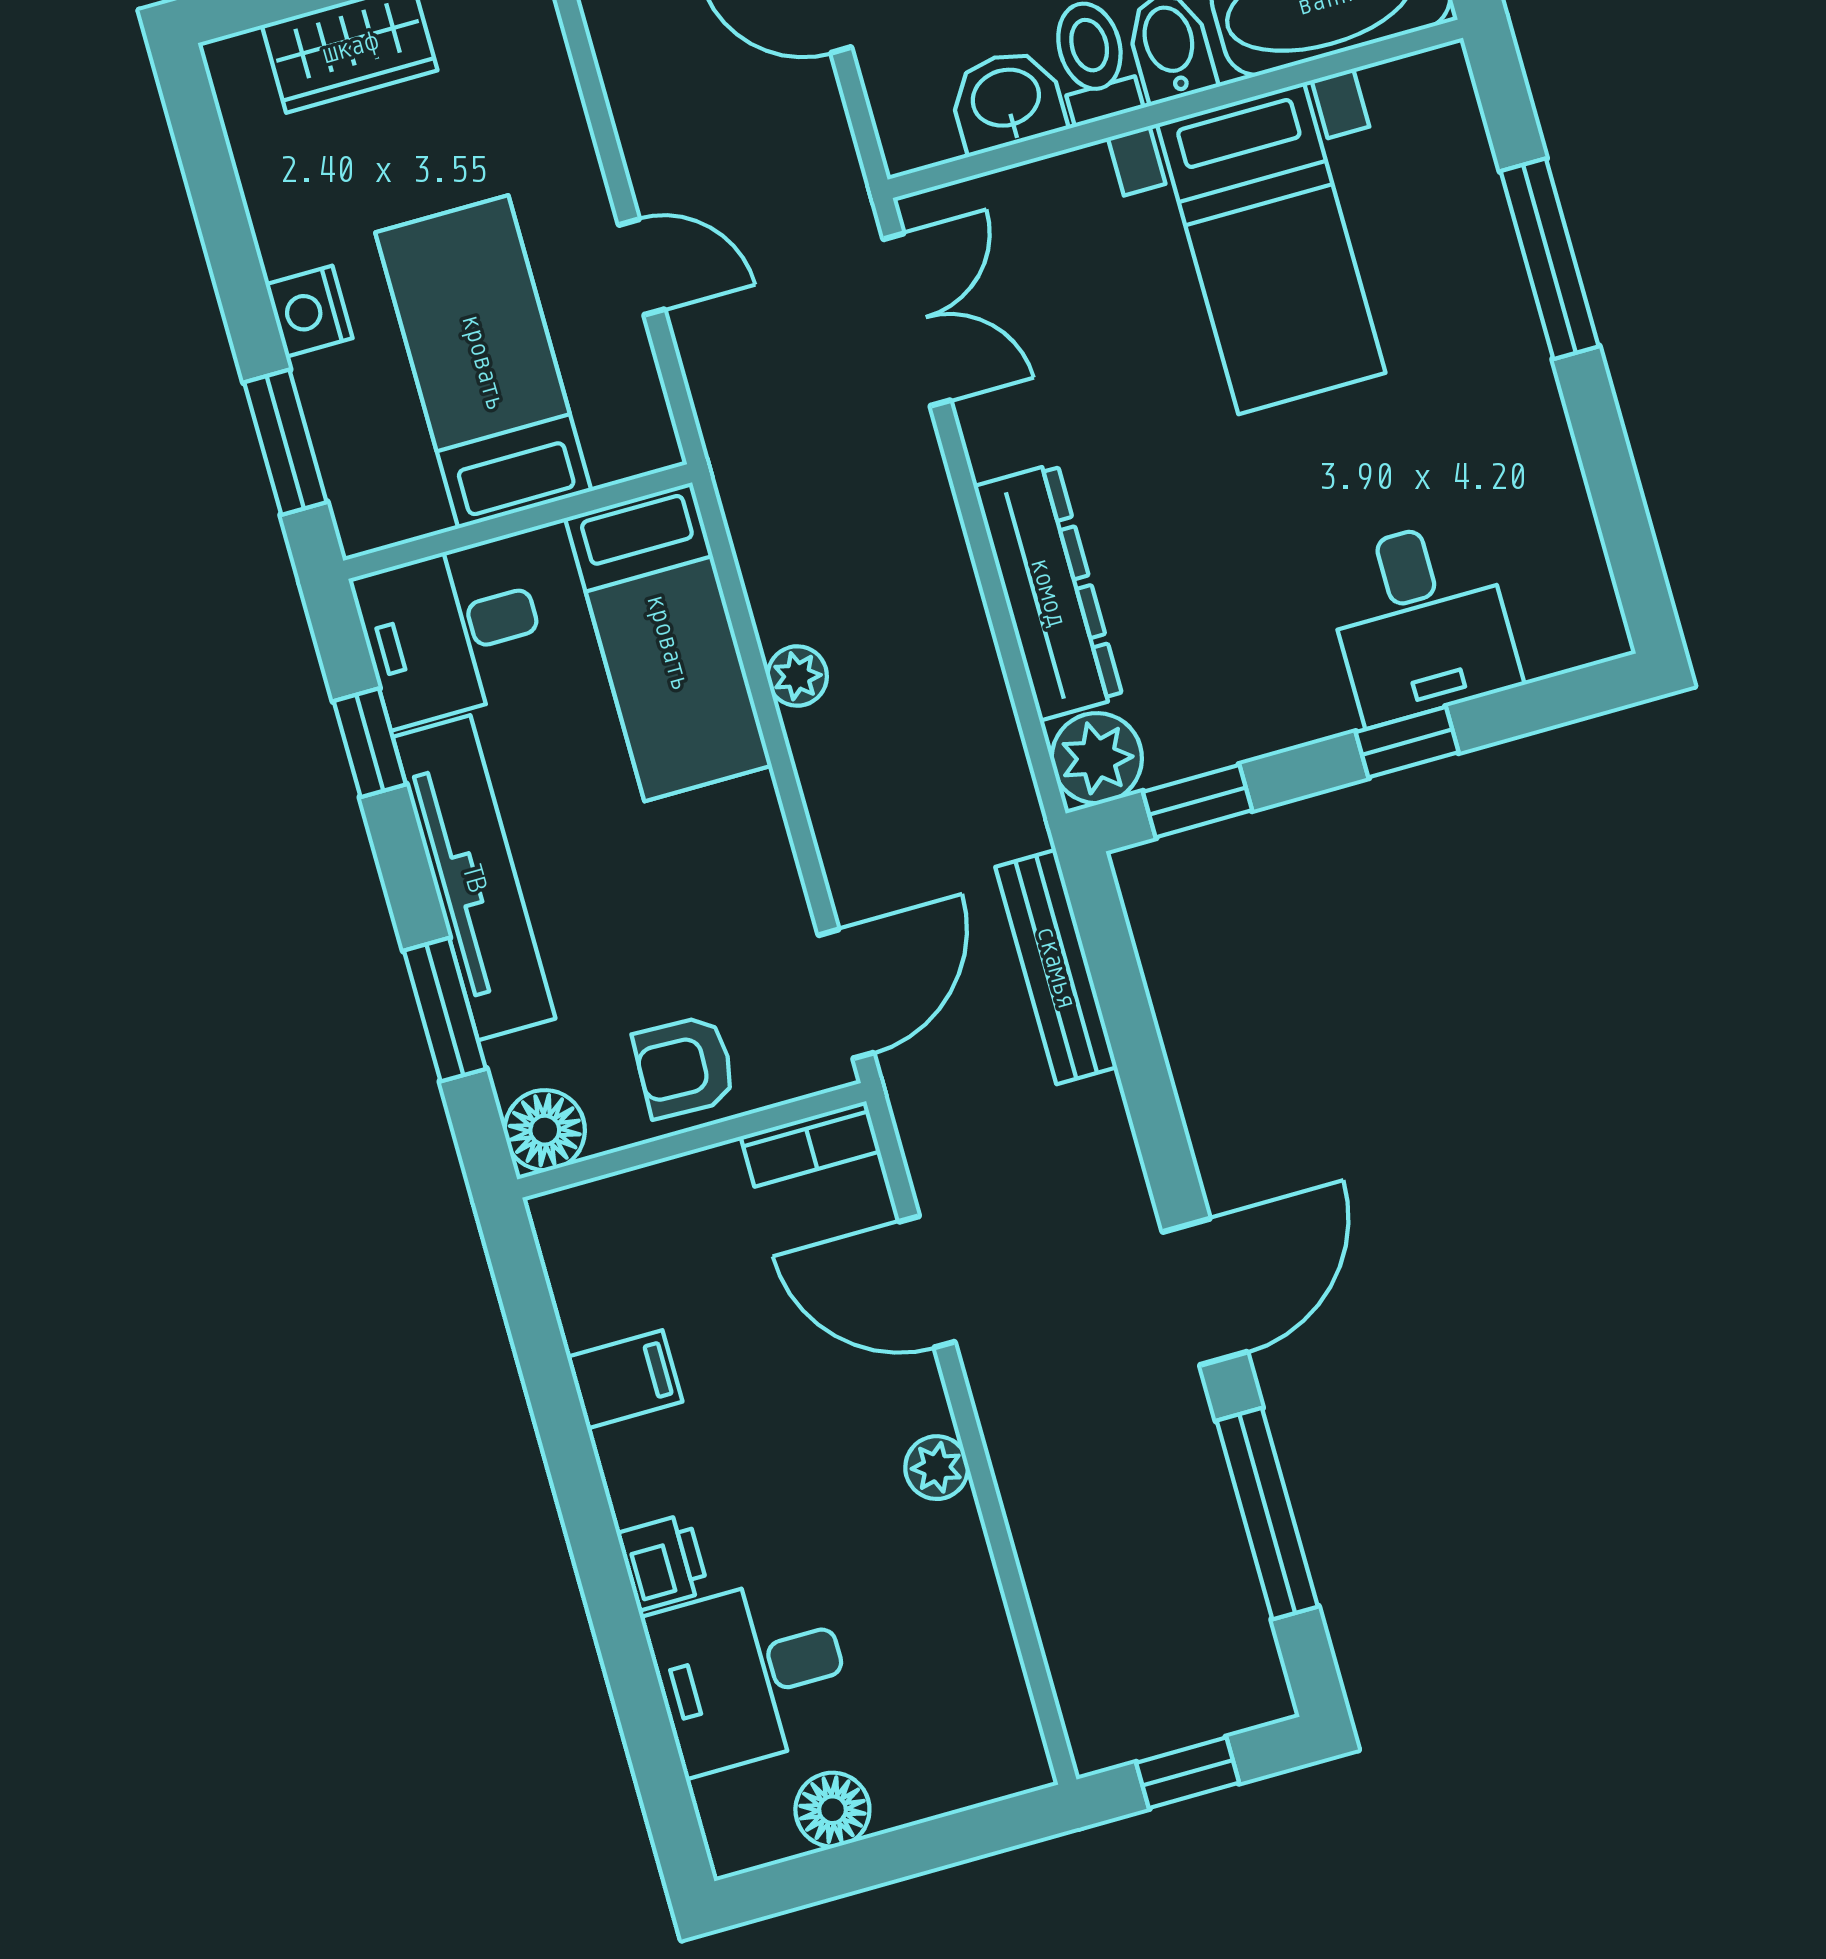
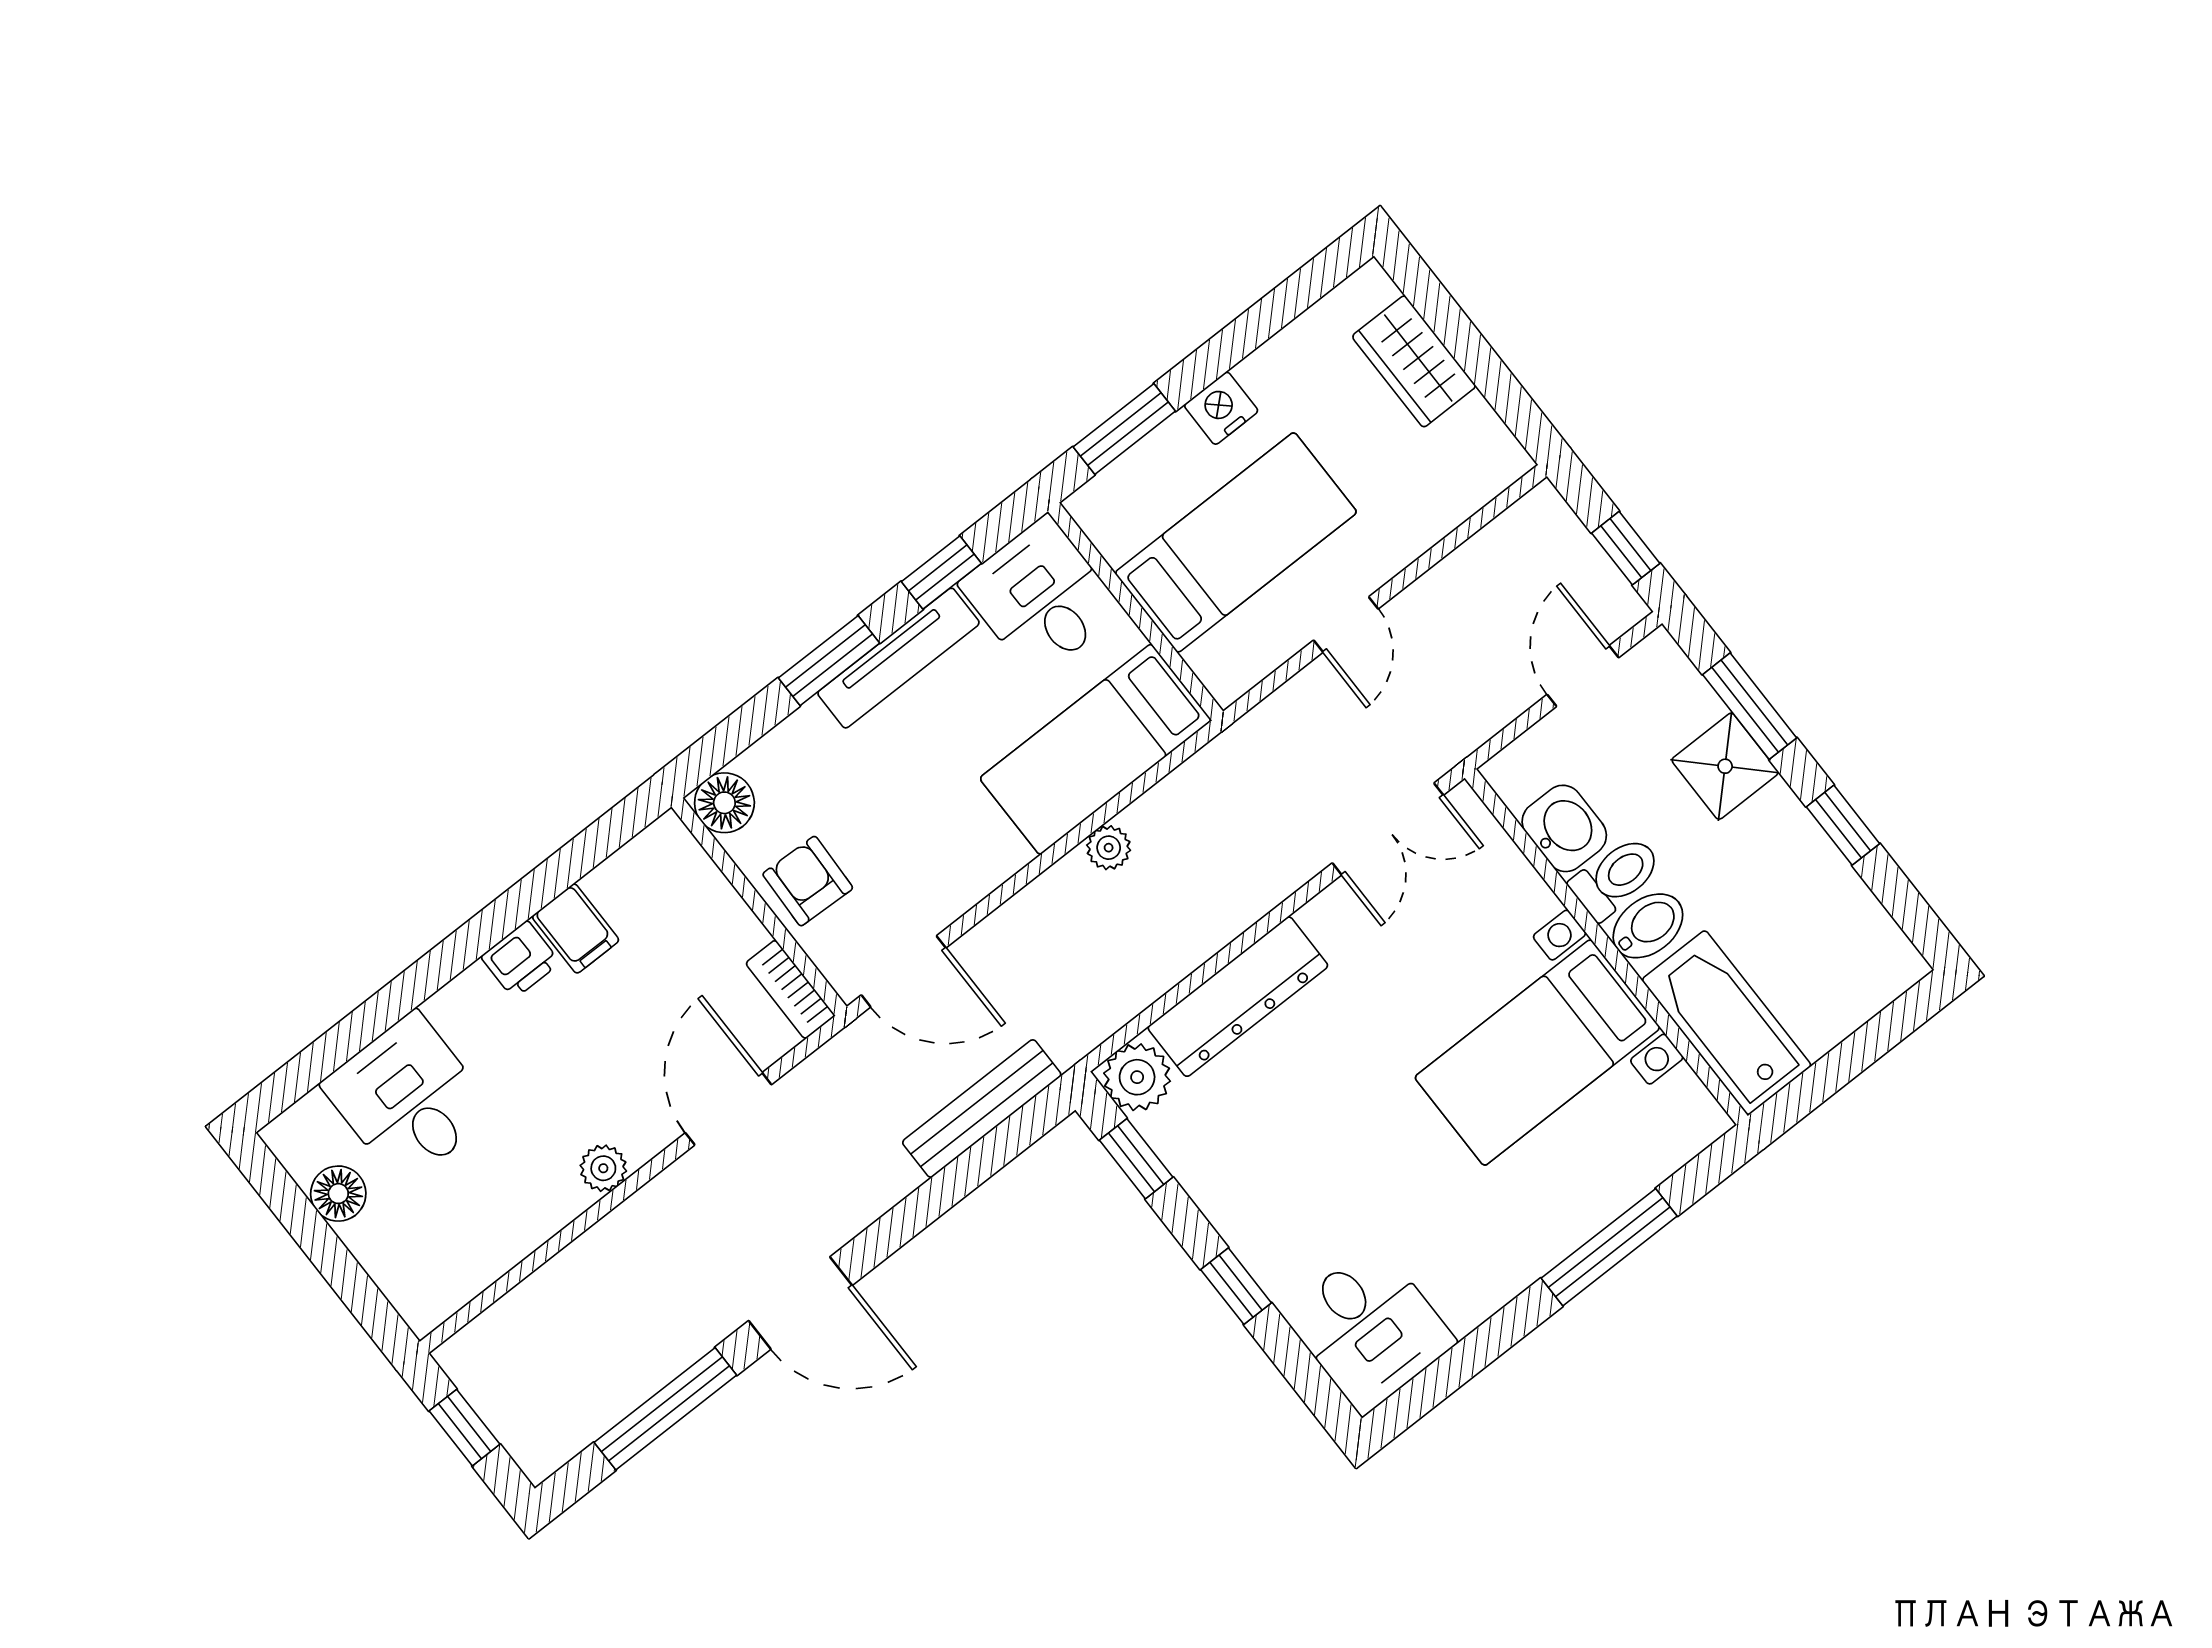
desk: (1421, 621) -> (1370, 1328), moved, turned -90
tv unit: (474, 878) -> (898, 658), width x0.73, depth x0.78
window: (445, 1010) -> (829, 661), moved
printer: (663, 1562) -> (521, 960), moved

